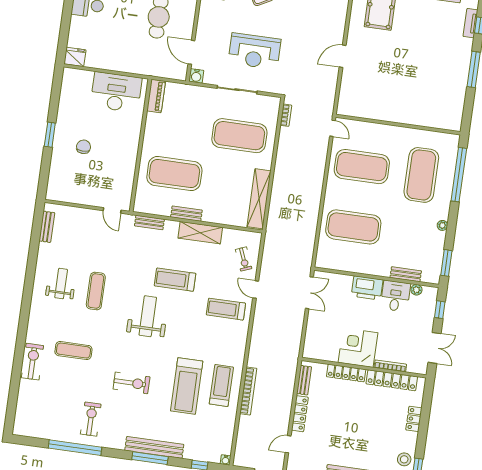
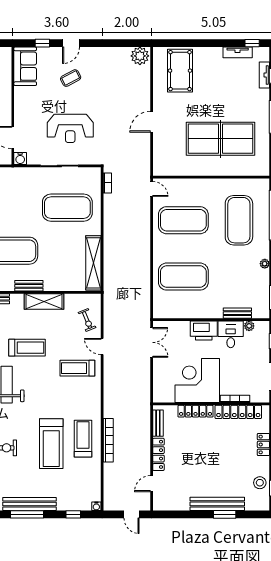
table tennis table: (414, 85) -> (220, 139), added
treadmill: (175, 280) -> (27, 348), turned 180
corner desk: (358, 348) -> (197, 381), width x1.36, depth x1.36

